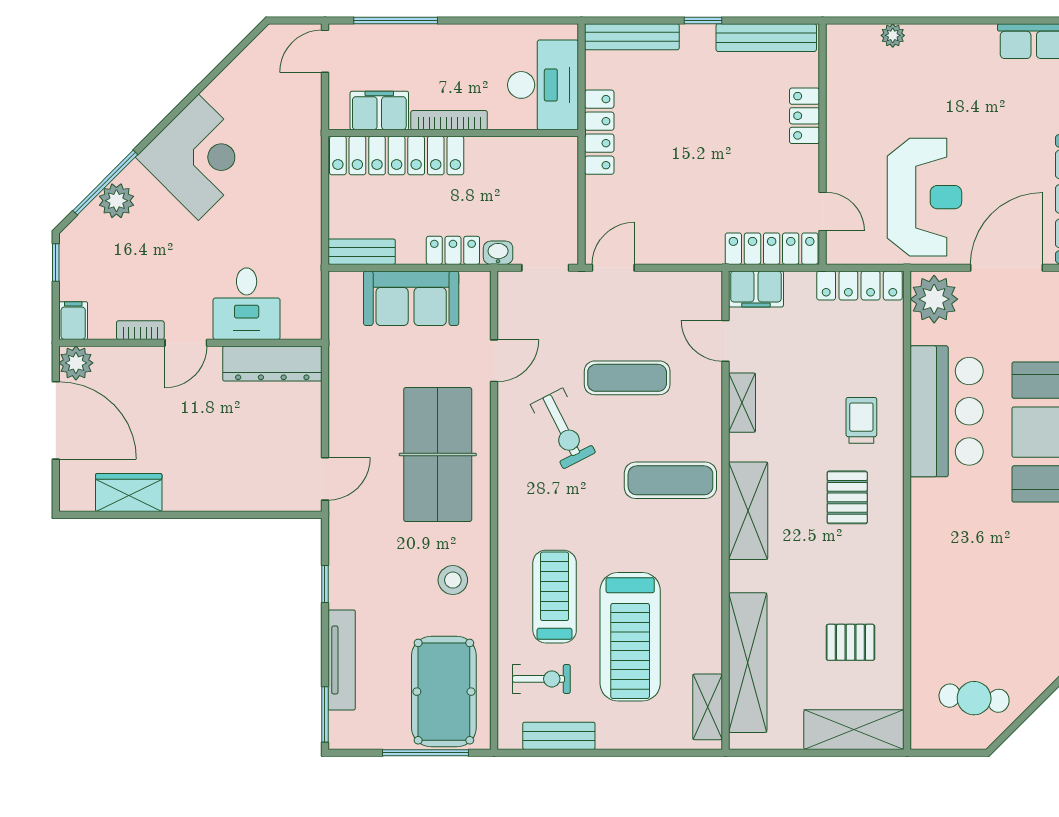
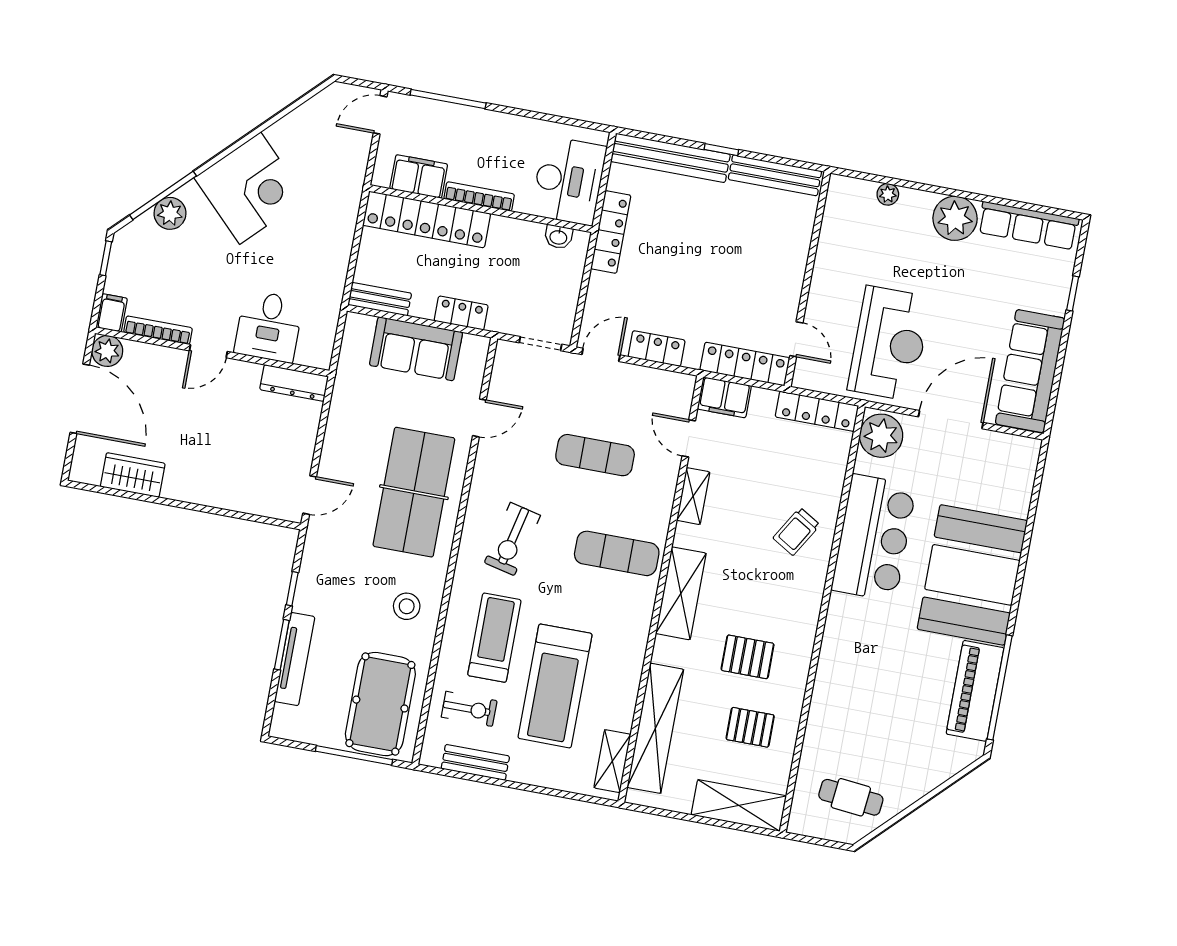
bench: (632, 37) -> (670, 158), width x1.37, depth x1.21
plant: (971, 48) -> (955, 218), added
locker: (805, 116) -> (657, 349), moved, turned 90
washbasin: (498, 253) -> (558, 237), moved, turned 180
bookcase: (140, 330) -> (158, 330), width x1.56
dresser: (272, 364) -> (294, 383), width x0.73, depth x0.80
trolley: (861, 420) -> (796, 532), turned -149
exercise bike: (563, 428) -> (512, 539), moved, turned 40
pallet: (847, 497) -> (748, 657), moved, turned 90
window: (325, 714) -> (282, 645), moved

